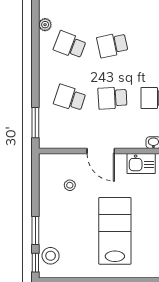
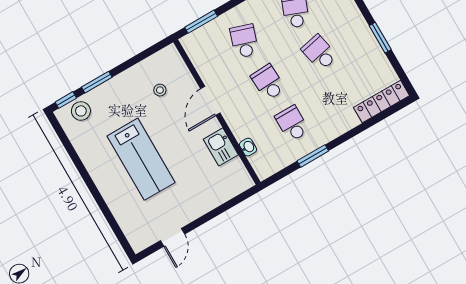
lab bench: (115, 231) -> (141, 159), turned 90

